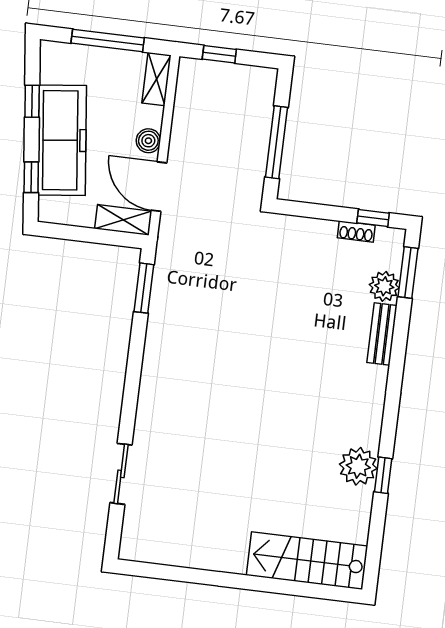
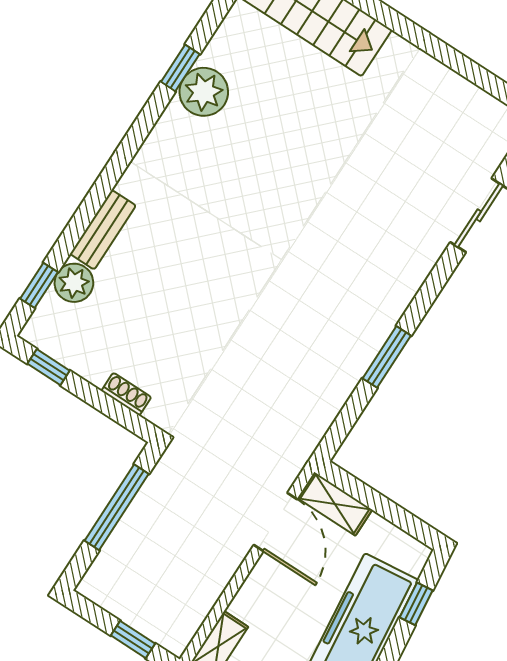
boiler: (148, 141) -> (262, 580), removed
shoe rack: (356, 232) -> (126, 394), moved
window: (408, 272) -> (39, 285), width x0.67
window: (144, 288) -> (387, 357), moved

